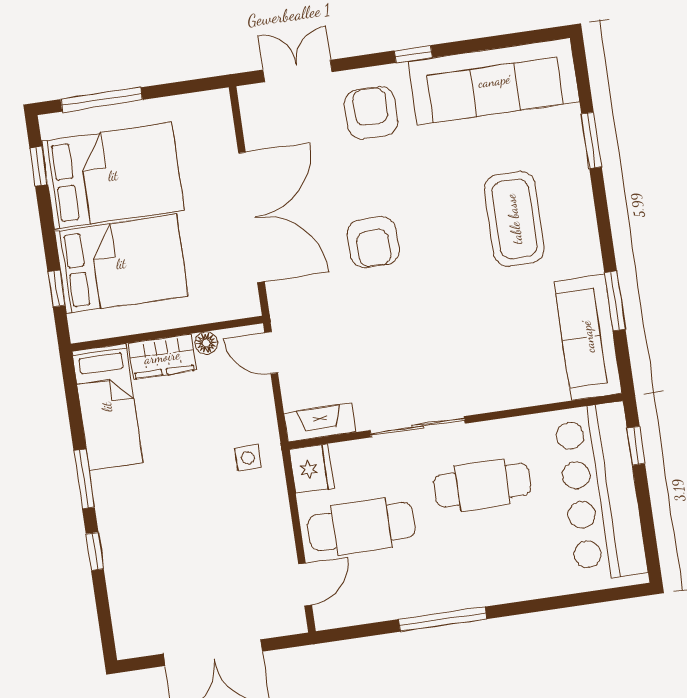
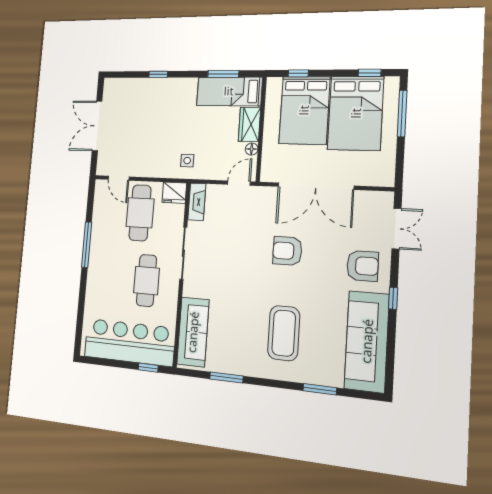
coffee table: (514, 219) -> (284, 333), turned 90
sofa: (588, 337) -> (193, 332), moved, turned 90
window: (84, 479) -> (223, 74), moved

